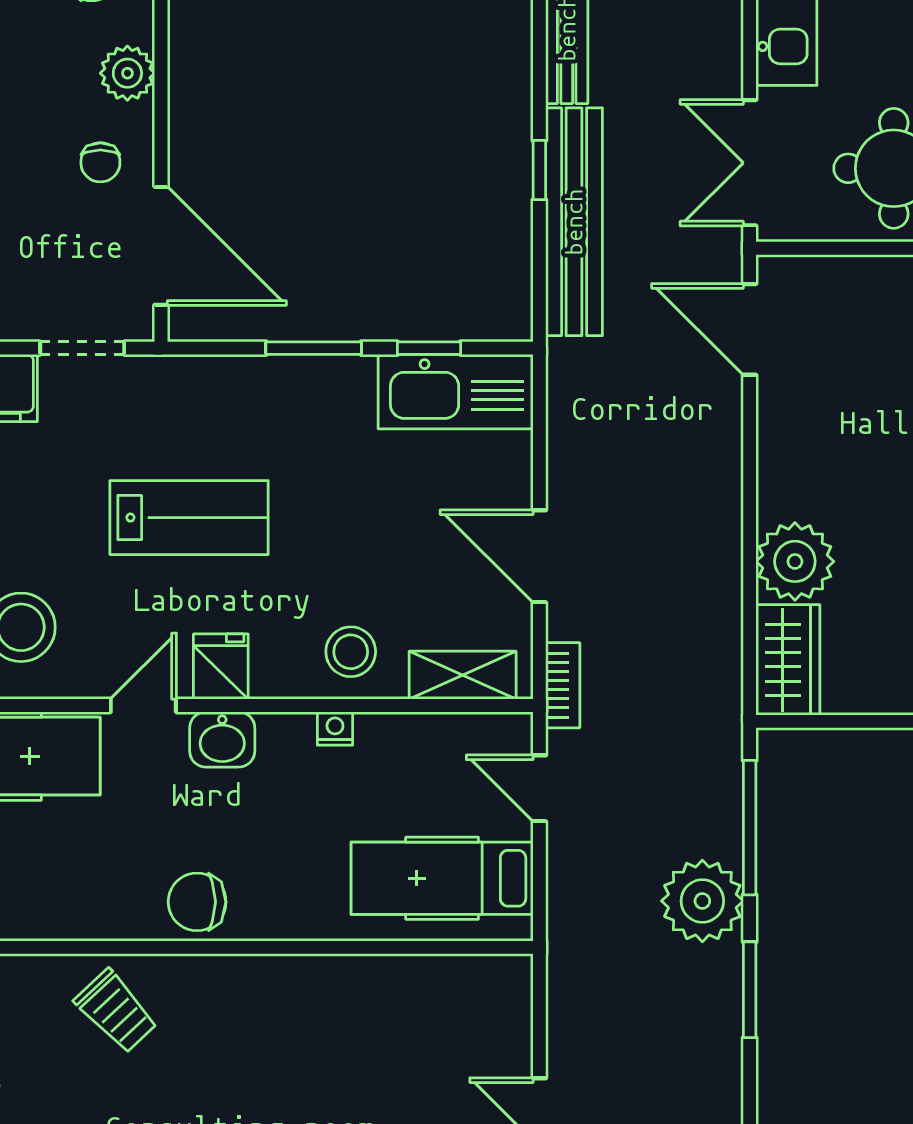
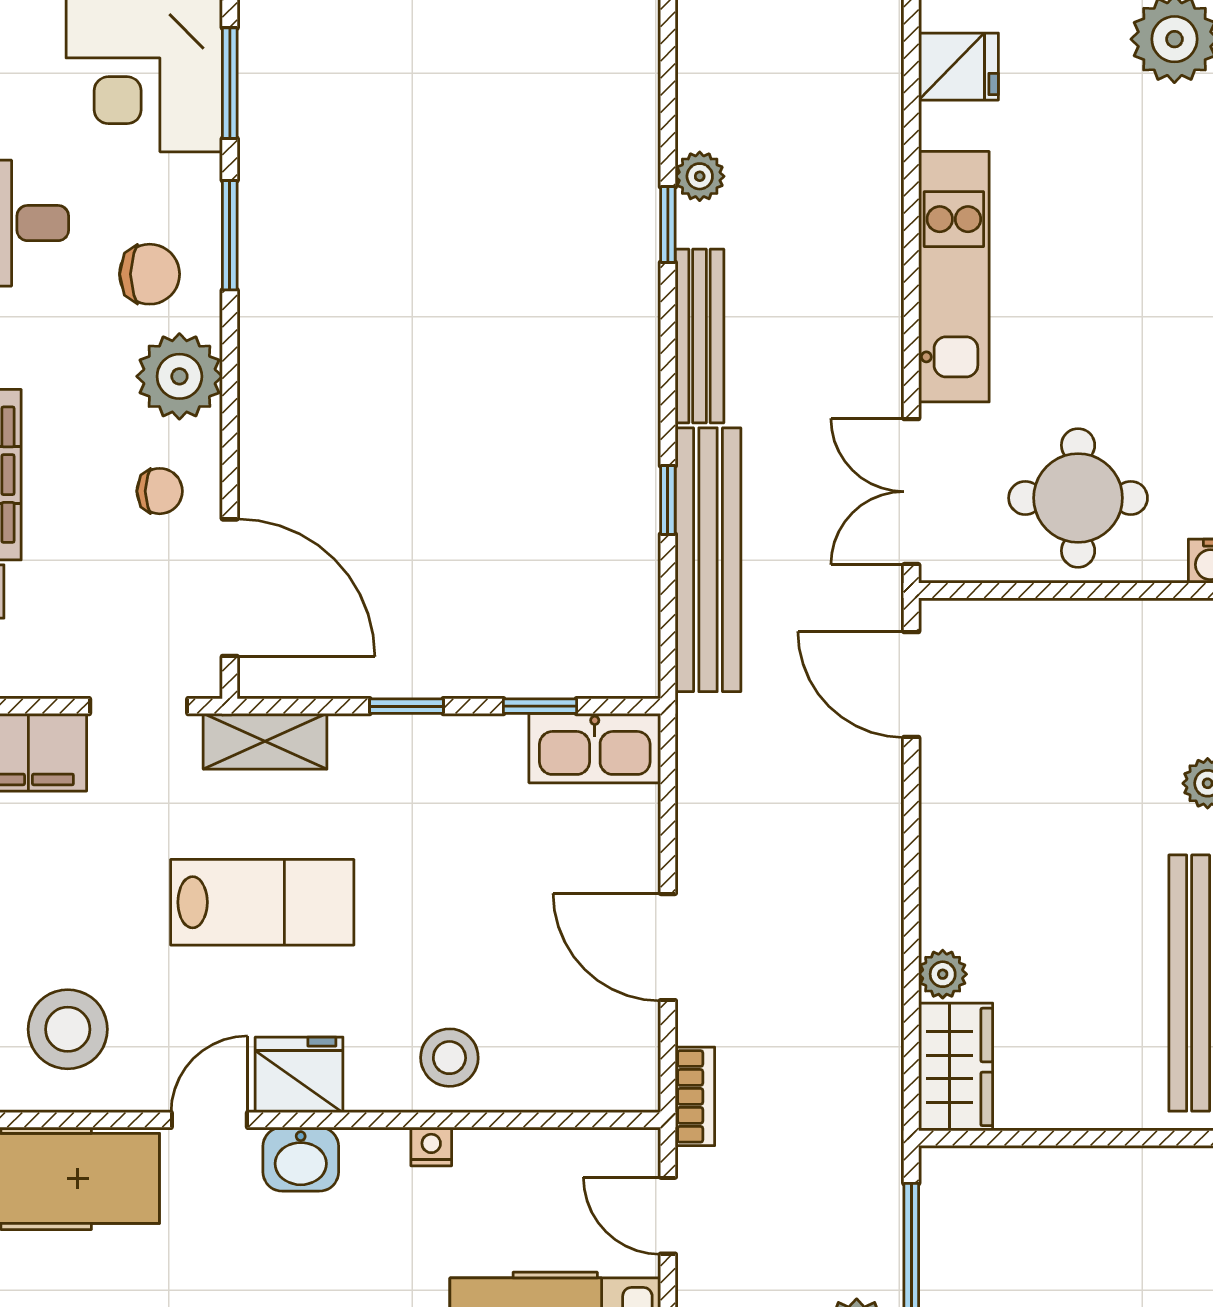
plant: (127, 73) -> (179, 376), width x1.36, depth x1.36
chair: (100, 162) -> (160, 491), turned -90
window: (314, 348) -> (406, 706), width x0.67
kitchen sink: (456, 392) -> (595, 748), width x0.73, depth x0.81
plant: (795, 561) -> (943, 974), width x0.53, depth x0.53
fridge: (221, 667) -> (299, 1075), width x1.38
shelving: (463, 675) -> (265, 741), moved

